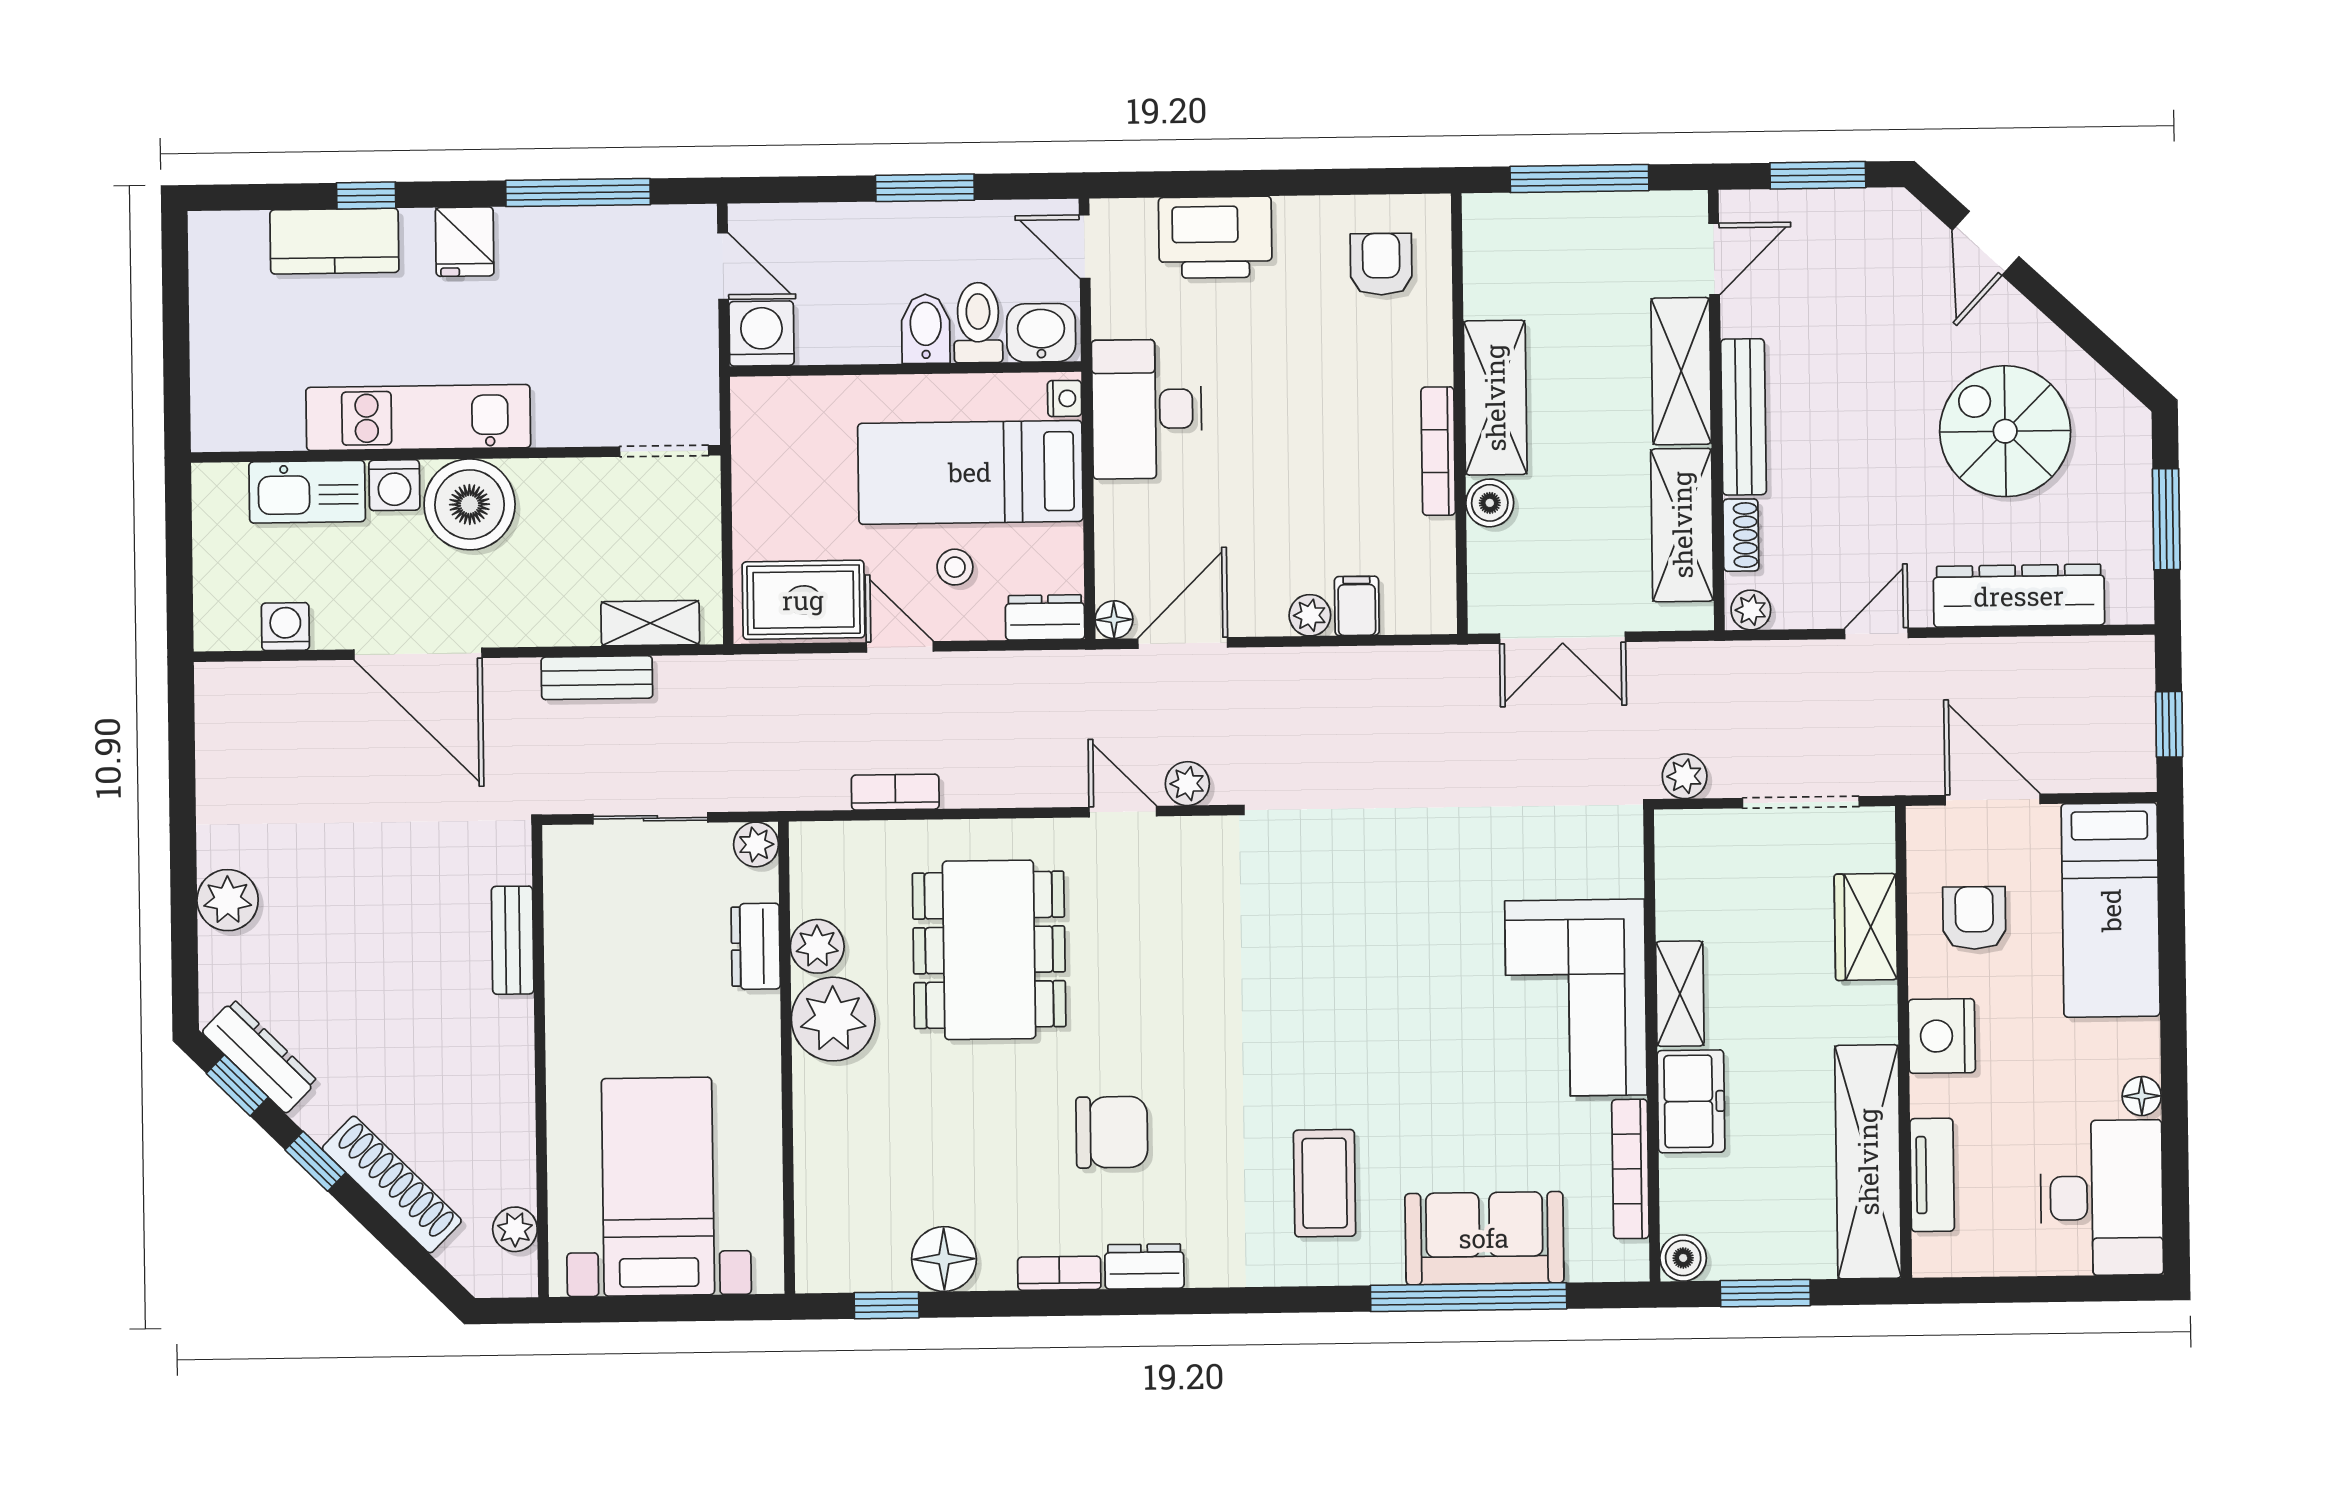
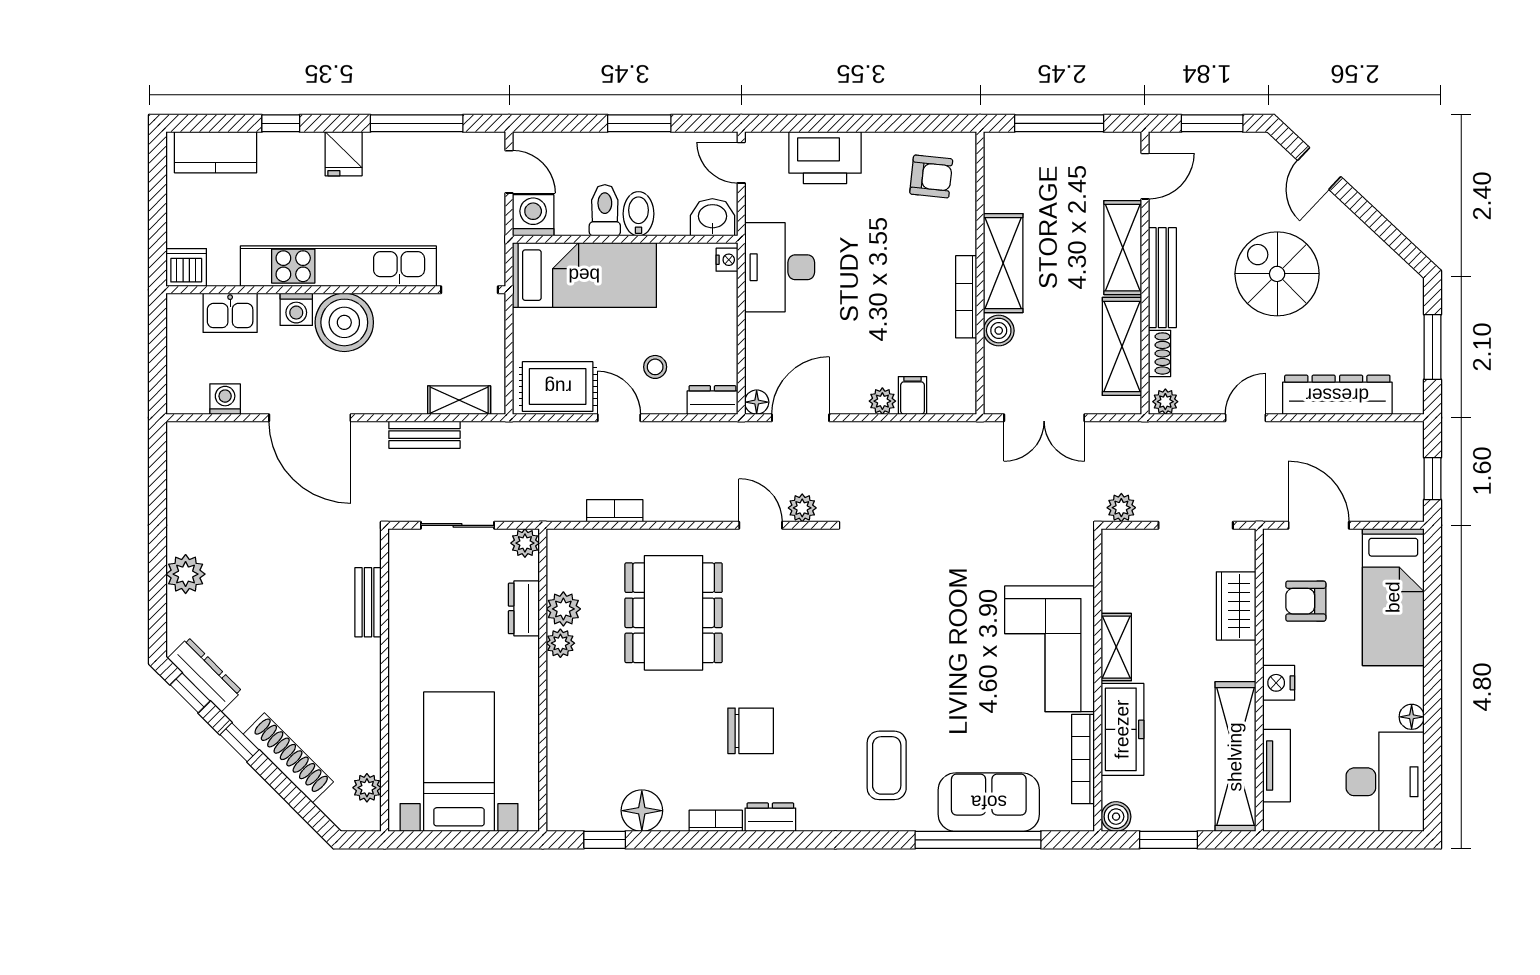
kitchen counter: (334, 241) -> (216, 152), moved
armchair: (1381, 264) -> (931, 176), turned 96
toilet: (978, 323) -> (605, 210), moved
kitchen unit: (418, 418) -> (338, 266), width x1.36
dishwasher: (222, 422) -> (186, 267), added
spiral stairs: (2005, 431) -> (1277, 274), moved
bed: (970, 472) -> (584, 275), moved, turned 180
kitchen sink: (307, 492) -> (230, 313), width x0.73
armchair: (1974, 918) -> (1306, 601), turned -90
plant: (833, 1019) -> (560, 643), width x0.53, depth x0.53
nightstand: (1942, 1036) -> (1279, 683), width x0.74, depth x0.75
freezer: (1691, 1101) -> (1122, 729), width x1.40

